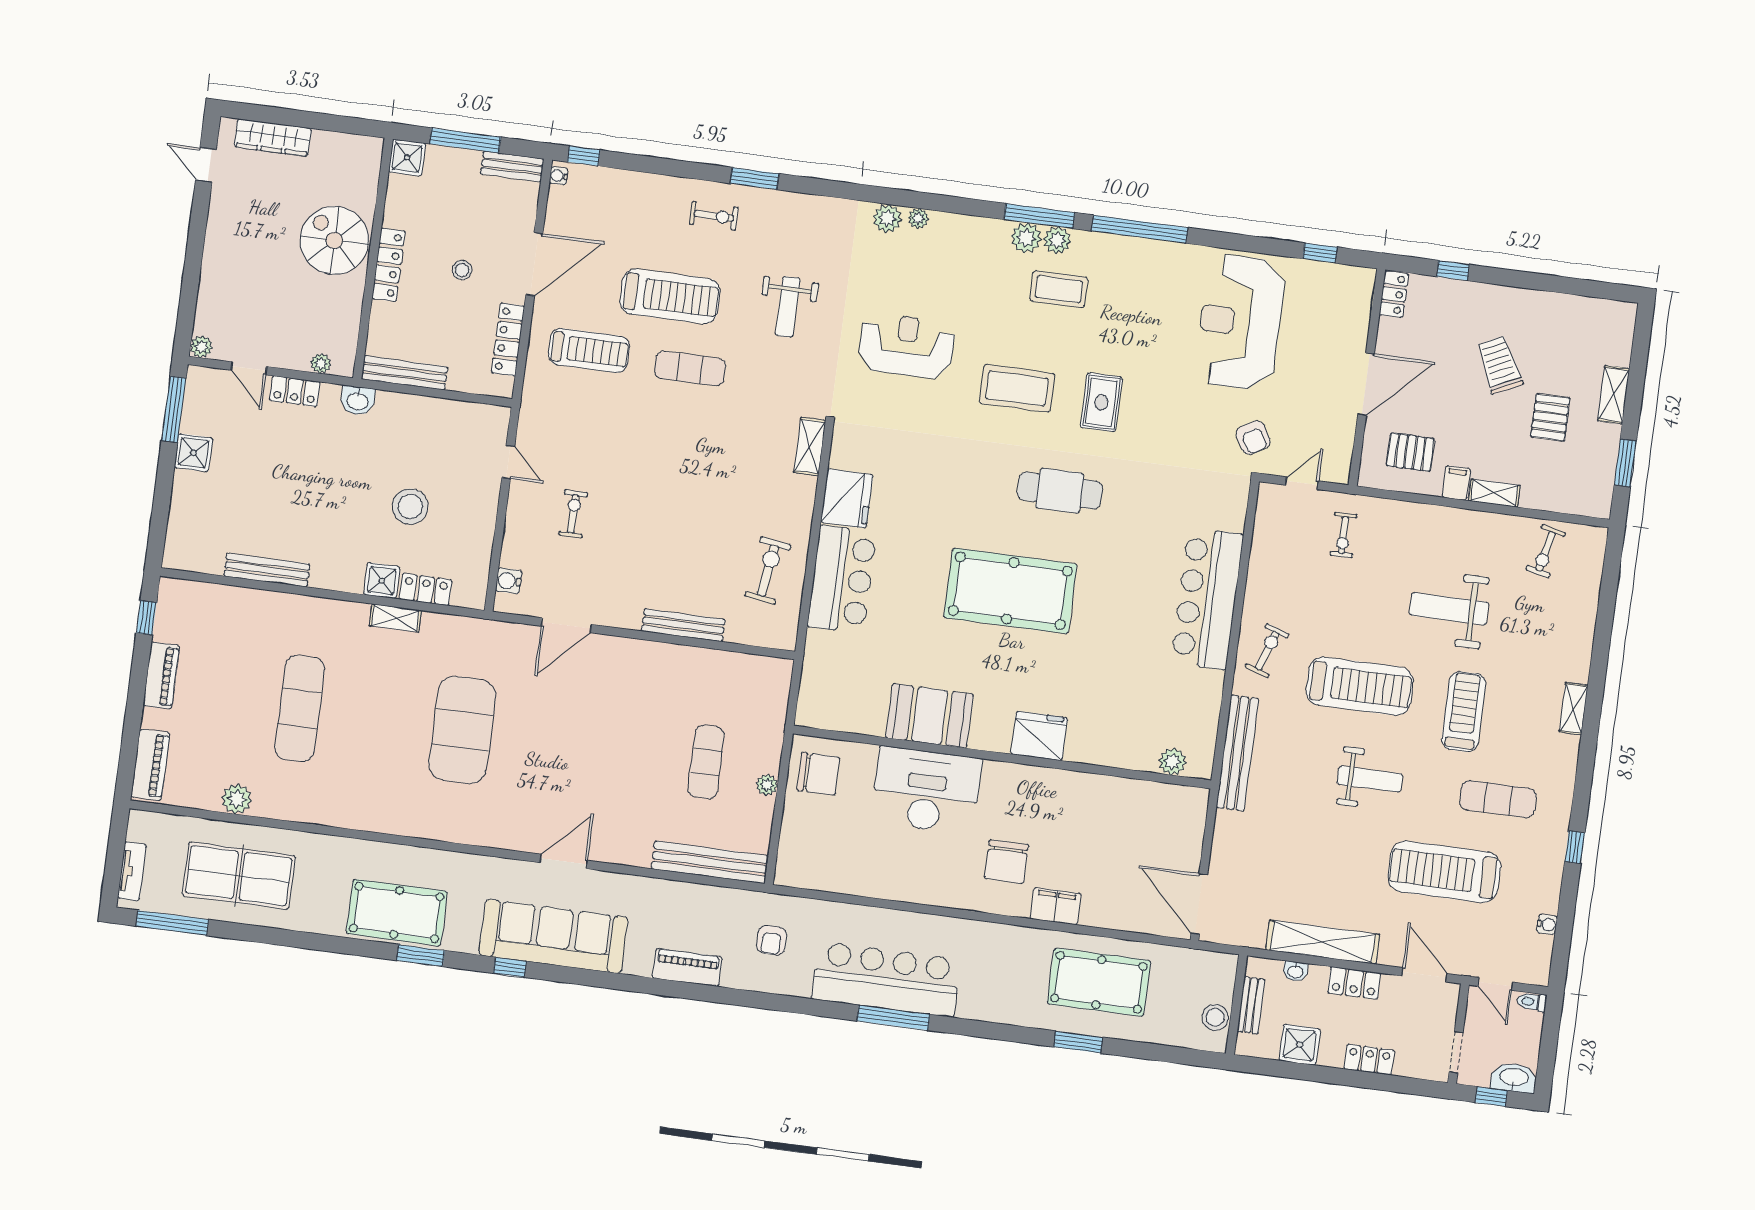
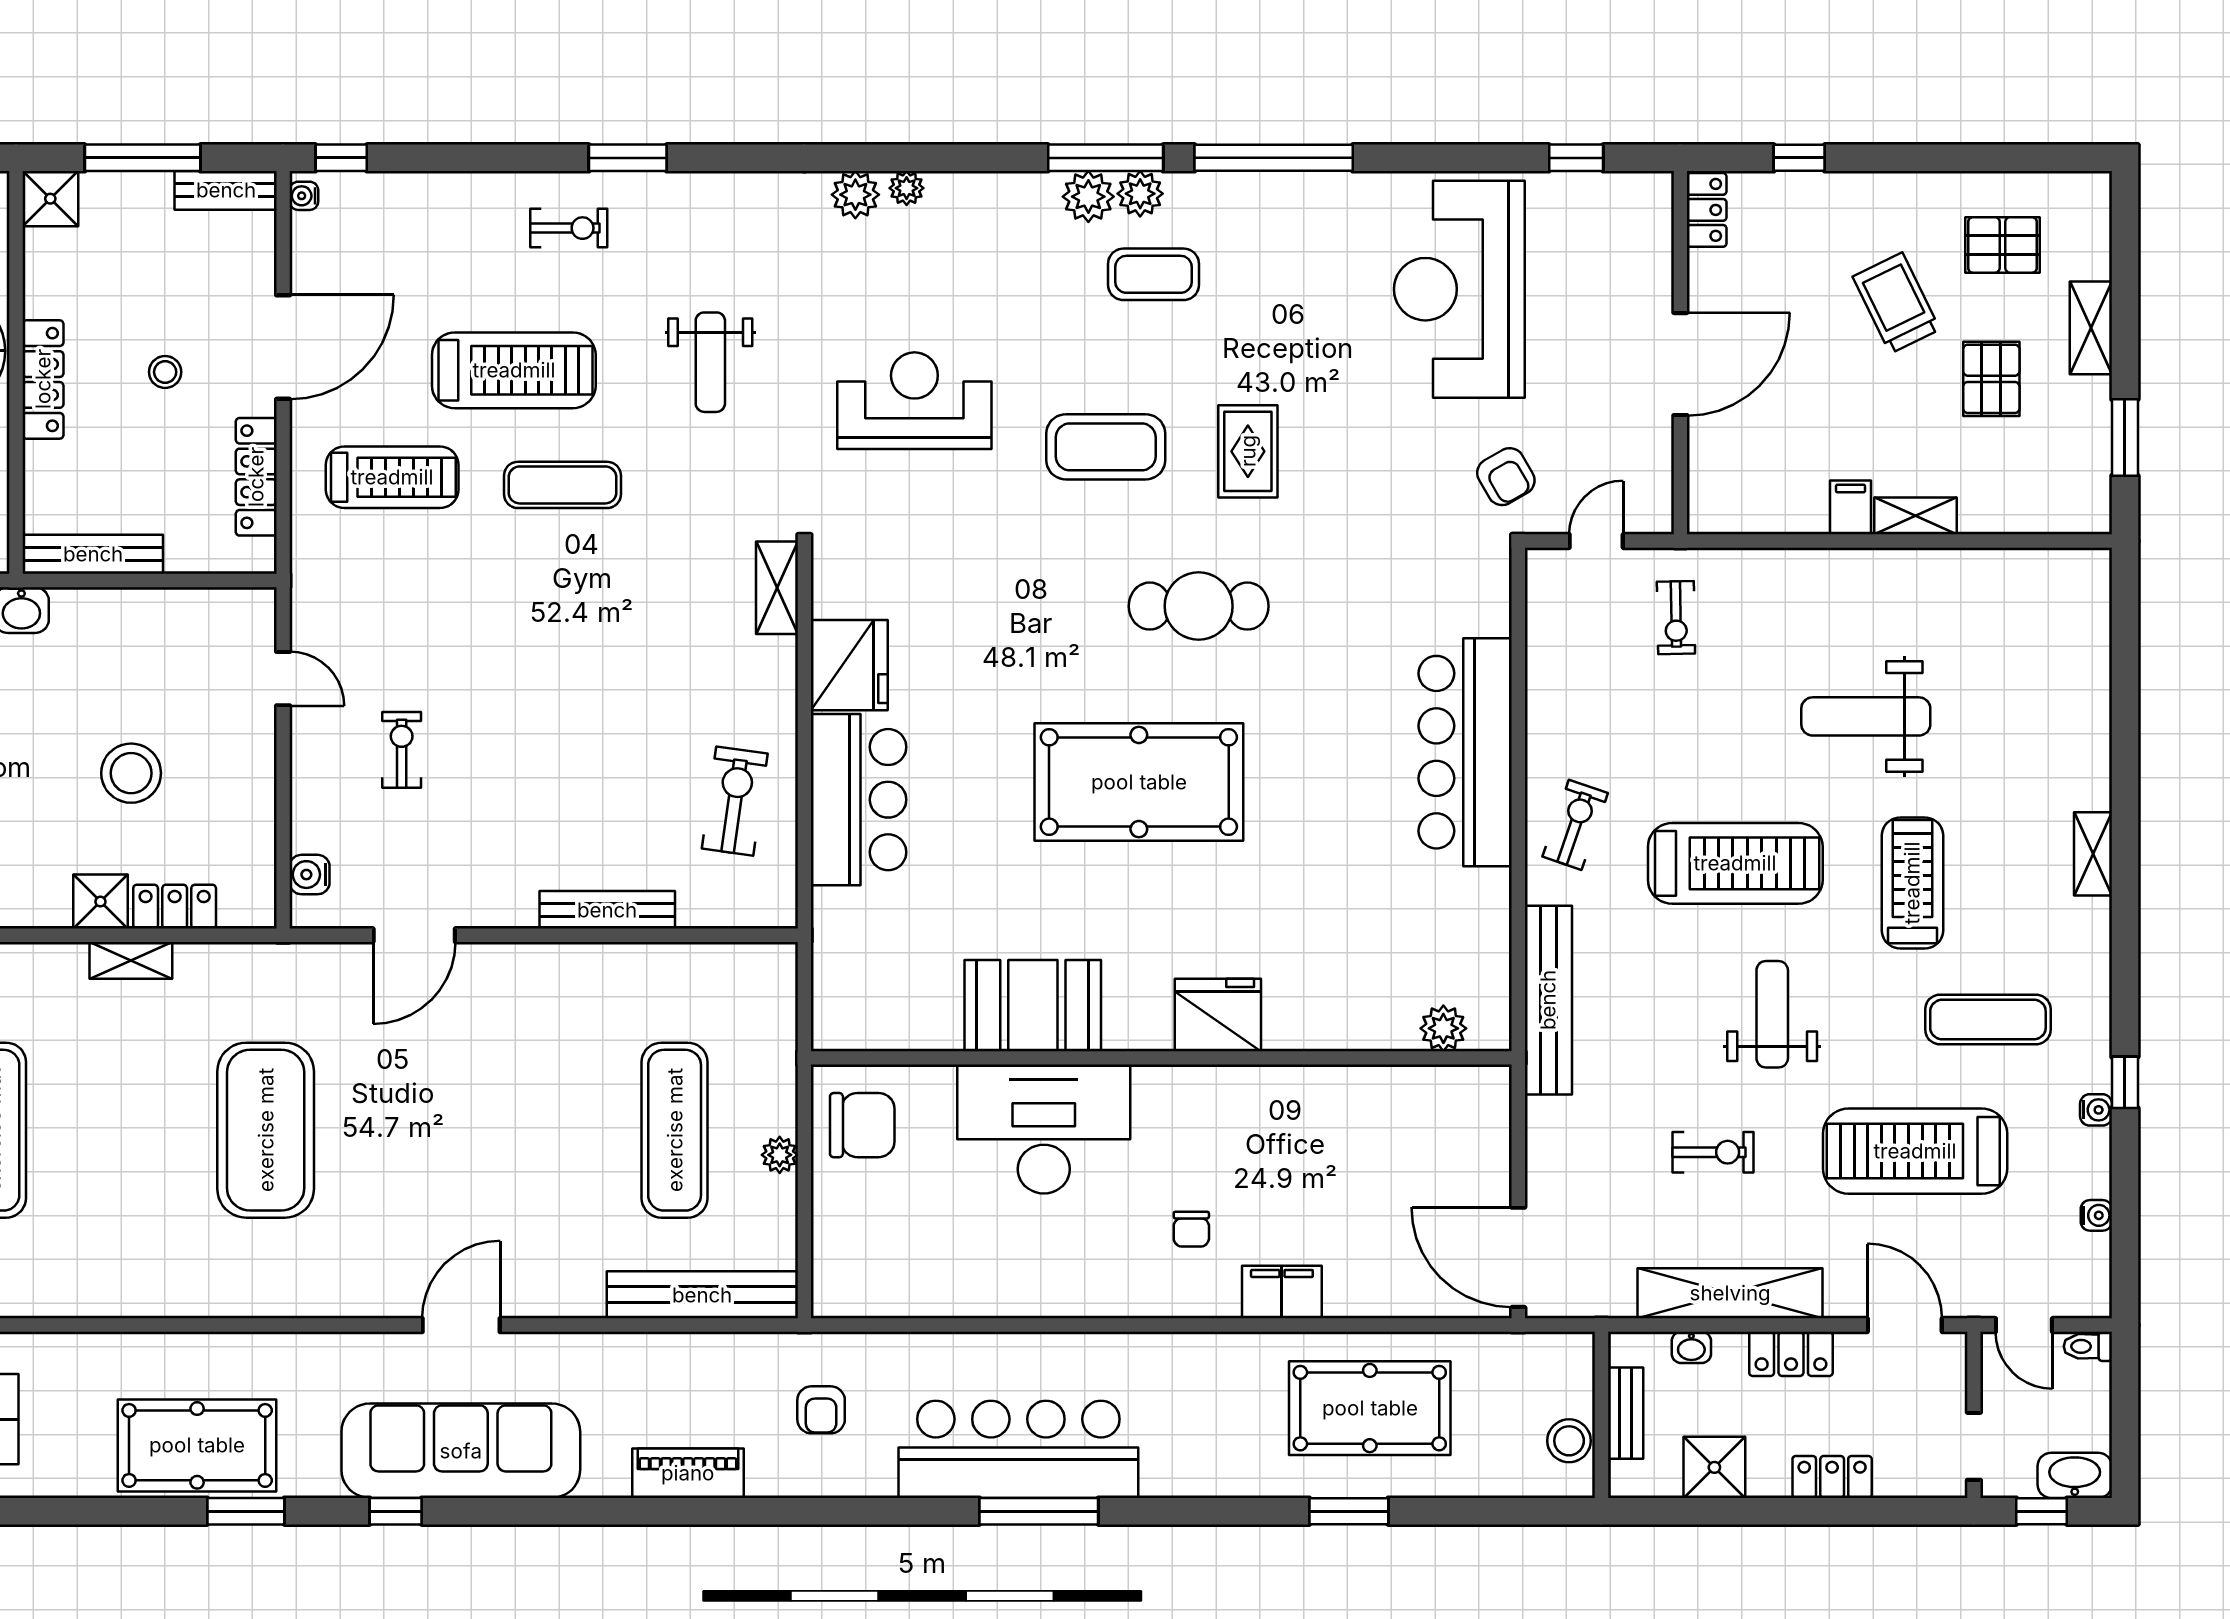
pallet: (1410, 452) -> (2002, 245), moved
exercise bike: (1546, 551) -> (1713, 1152), moved, turned -103
exercise mat: (706, 762) -> (675, 1130), width x1.36, depth x1.45
weight bench: (1370, 779) -> (1772, 1014), turned -90
water cooler: (1555, 861) -> (2096, 1110), added
chair: (1007, 862) -> (1191, 1229), width x0.54, depth x0.54

